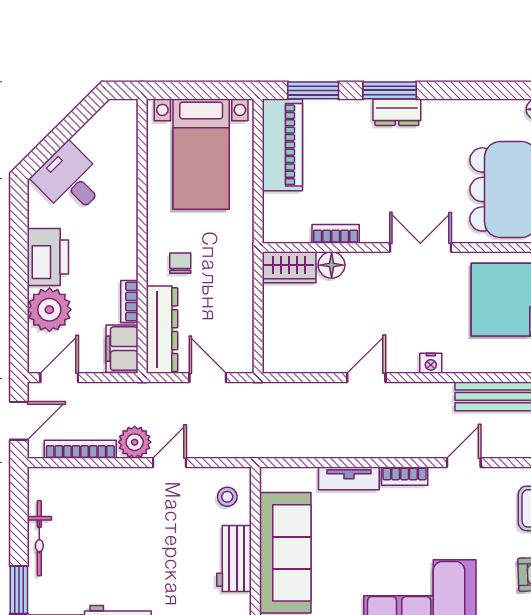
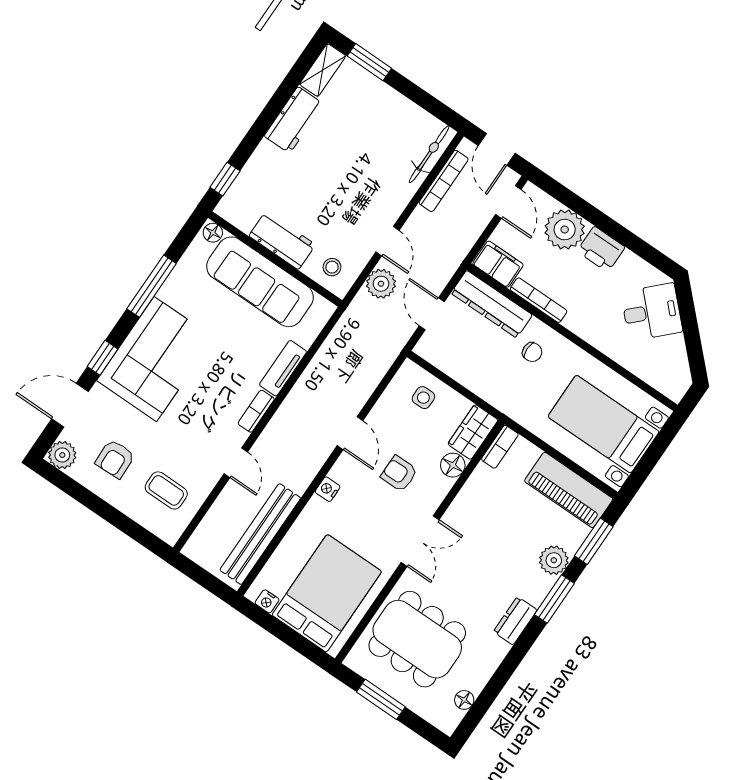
dresser: (397, 112) -> (515, 621), moved
plant: (355, 115) -> (554, 560), added
bookcase: (336, 234) -> (500, 447), moved
printer: (48, 257) -> (601, 249), width x0.73, depth x0.84
bookcase: (129, 301) -> (539, 300), width x1.56
armchair: (372, 308) -> (399, 474), added
side table: (289, 333) -> (423, 398), added
door: (208, 378) -> (432, 314), swing flipped
plant: (135, 442) -> (381, 284), moved
bicycle: (39, 538) -> (429, 154), moved, turned 90

